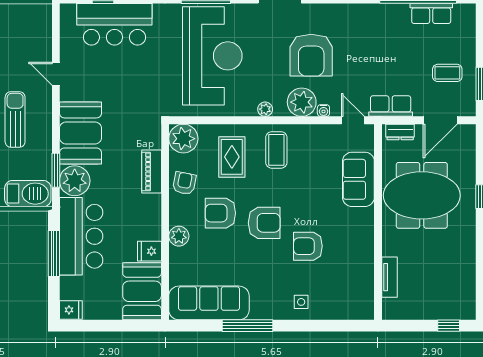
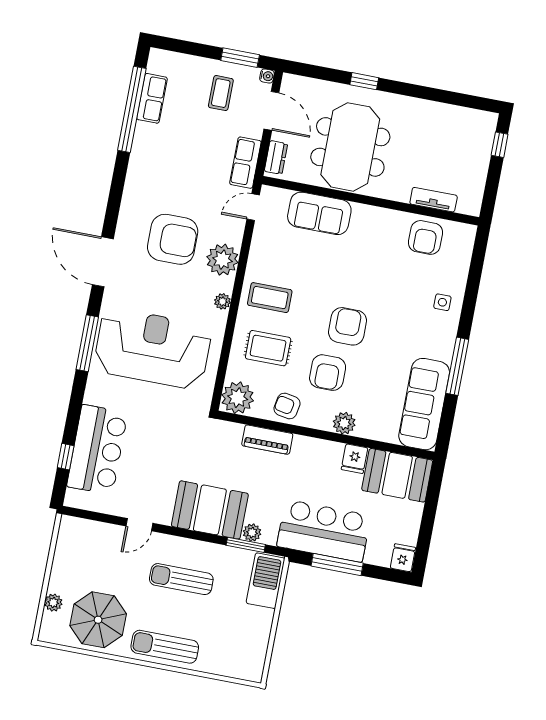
water cooler: (323, 110) -> (267, 76), moved
plant: (75, 181) -> (252, 533), width x0.53, depth x0.53
armchair: (308, 246) -> (425, 237), moved

